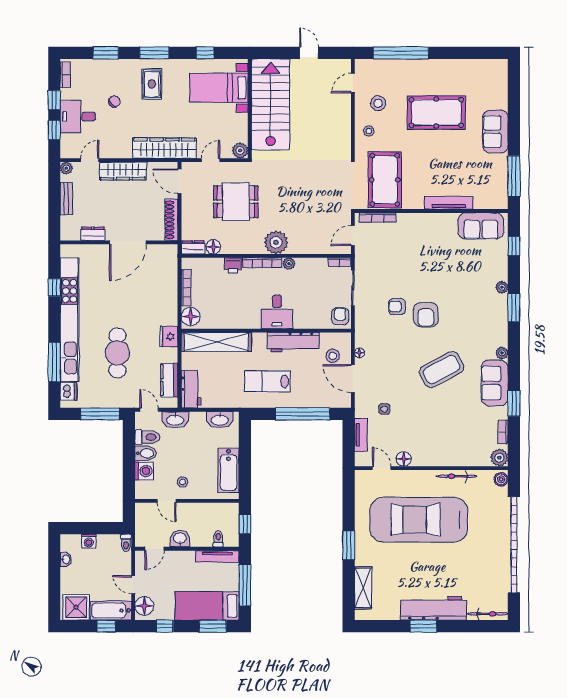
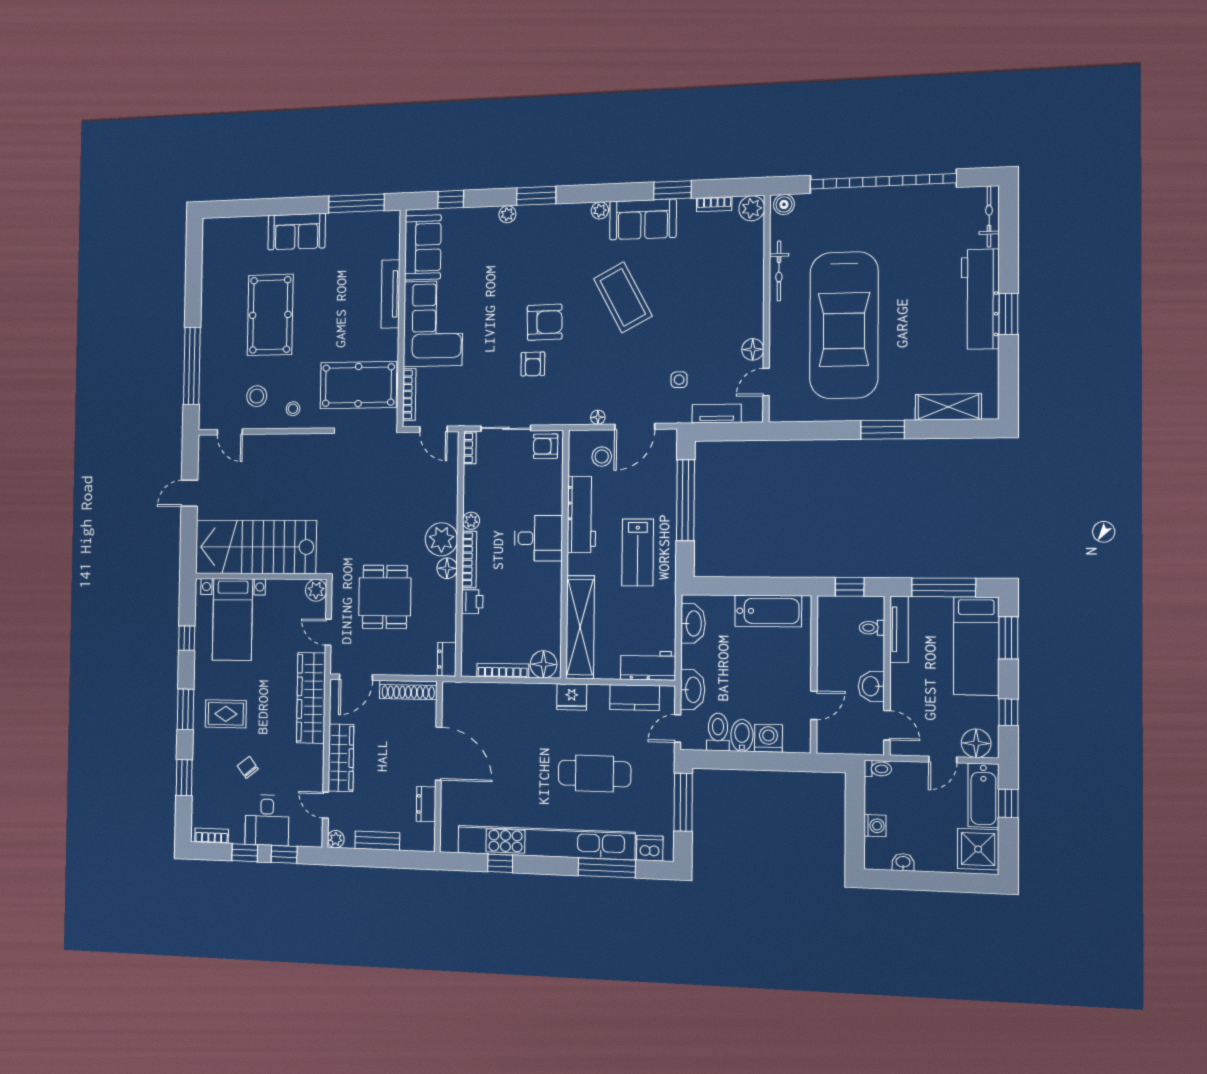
corner sofa: (427, 234) -> (433, 324), added
floor lamp: (213, 247) -> (447, 568), moved
stool: (182, 482) -> (785, 681), removed

